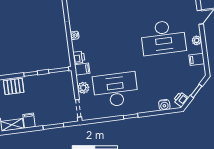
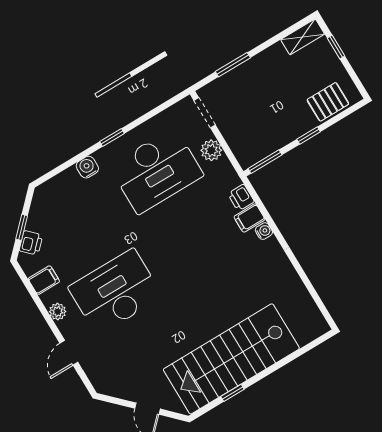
filing cabinet: (82, 69) -> (249, 218), moved
printer: (181, 99) -> (31, 243), moved
water cooler: (164, 105) -> (87, 167), moved
filing cabinet: (29, 121) -> (277, 56), removed

